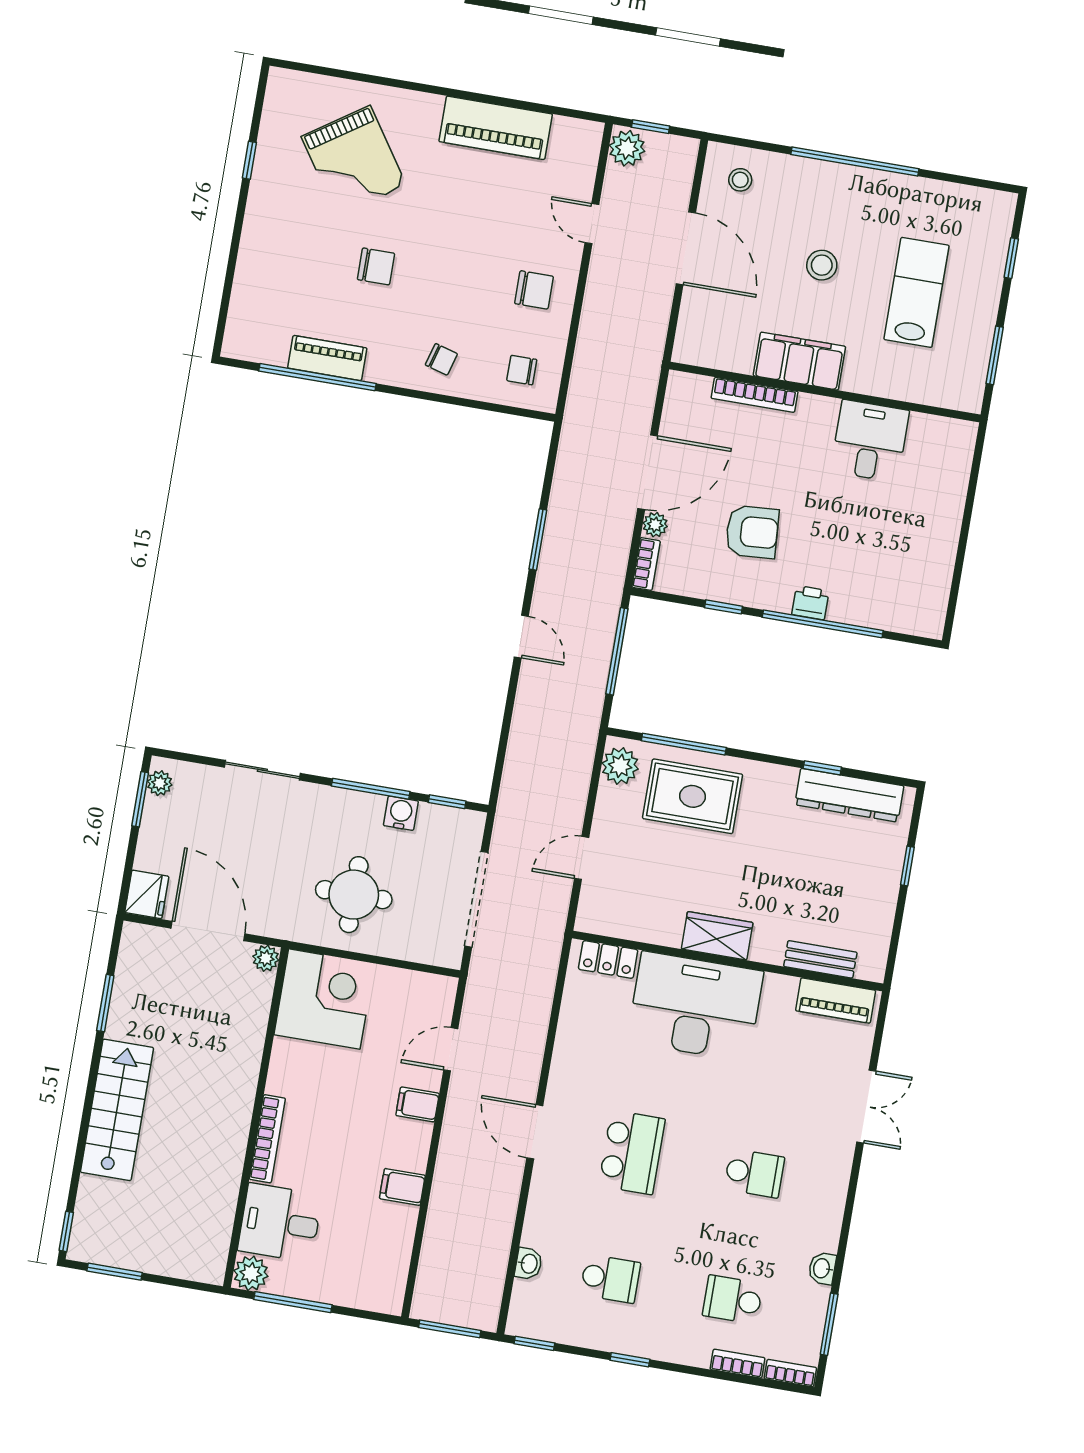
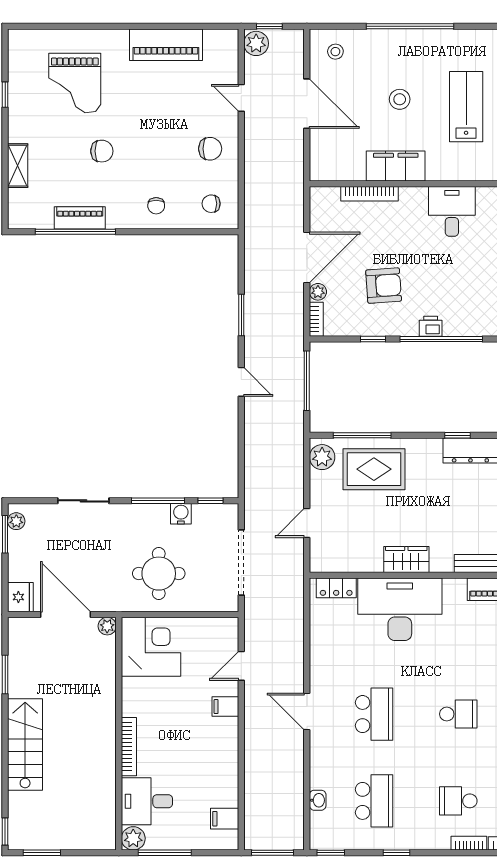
grand piano: (354, 161) -> (75, 83), turned 34
shelving: (250, 266) -> (18, 166), added
chair: (441, 359) -> (156, 206), turned 74
filing cabinet: (402, 1187) -> (225, 819), moved
school desk: (610, 1279) -> (374, 801), width x1.85

